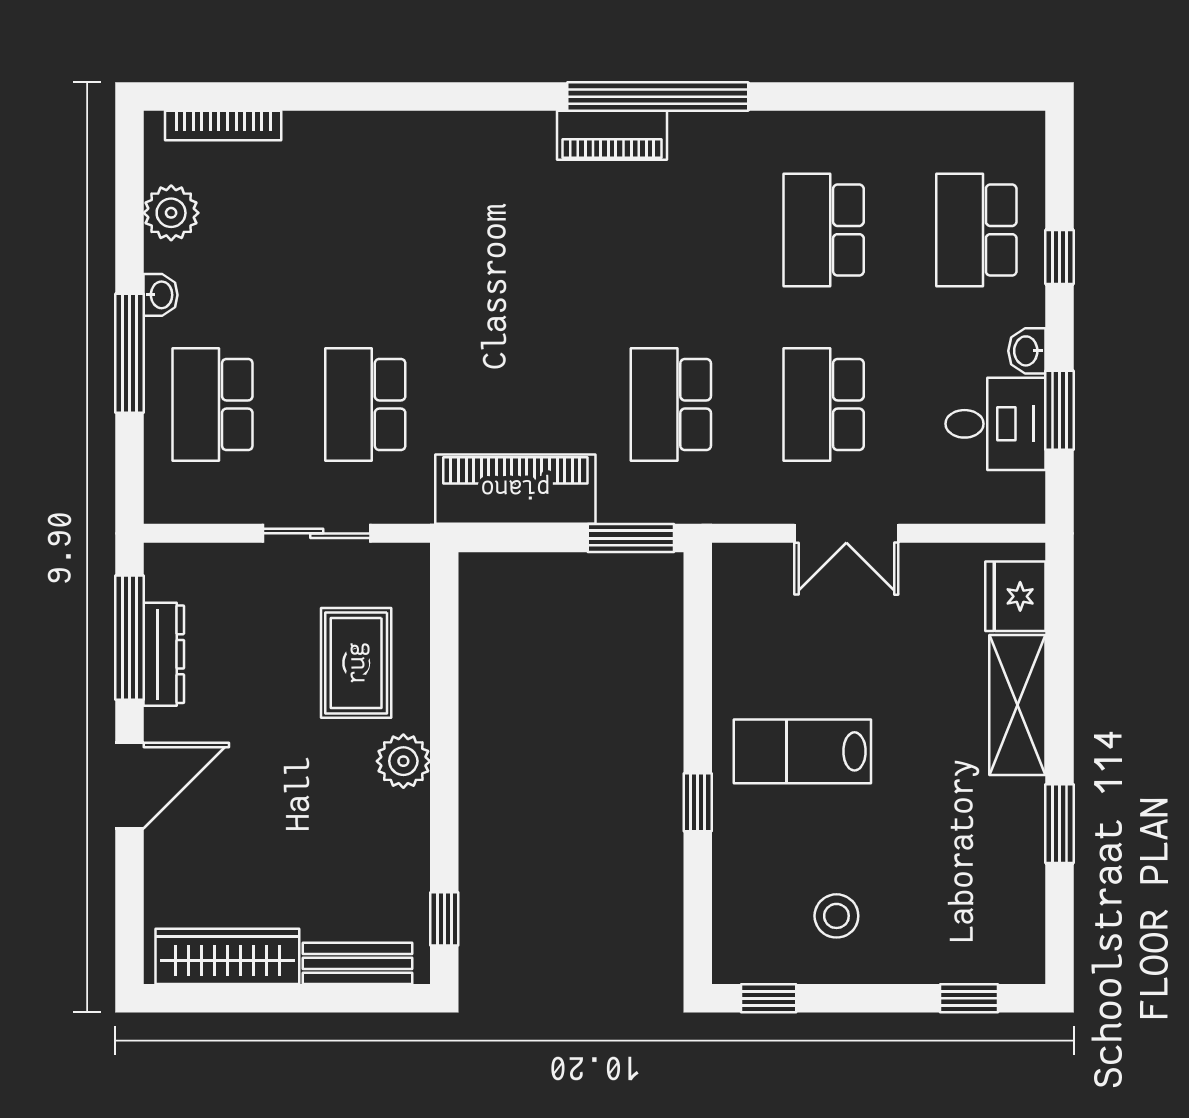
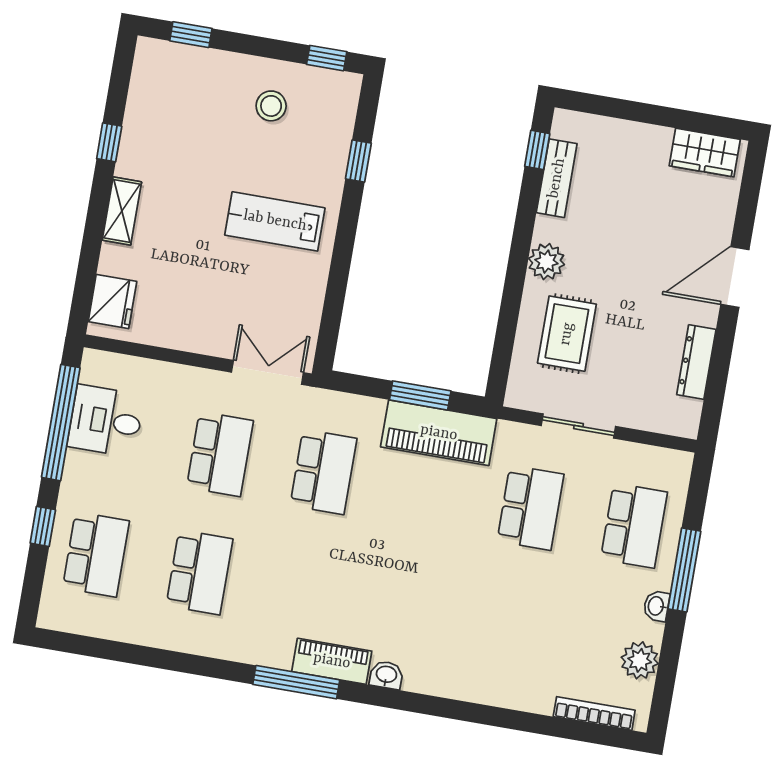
window: (658, 97) -> (296, 682), width x0.68
washbasin: (1027, 351) -> (386, 675), moved, turned -90
window: (1059, 410) -> (61, 423), width x2.11
double door: (846, 533) -> (267, 372), moved
window: (631, 538) -> (420, 395), moved
window: (129, 638) -> (718, 377), removed
shelving: (1017, 705) -> (122, 211), width x0.67, depth x0.75
lab bench: (802, 751) -> (275, 221), turned 180
window: (698, 802) -> (358, 161), moved
window: (1059, 824) -> (109, 142), width x0.67
wardrobe: (227, 956) -> (705, 153), width x0.67
bench: (357, 963) -> (557, 178), moved, turned 90

